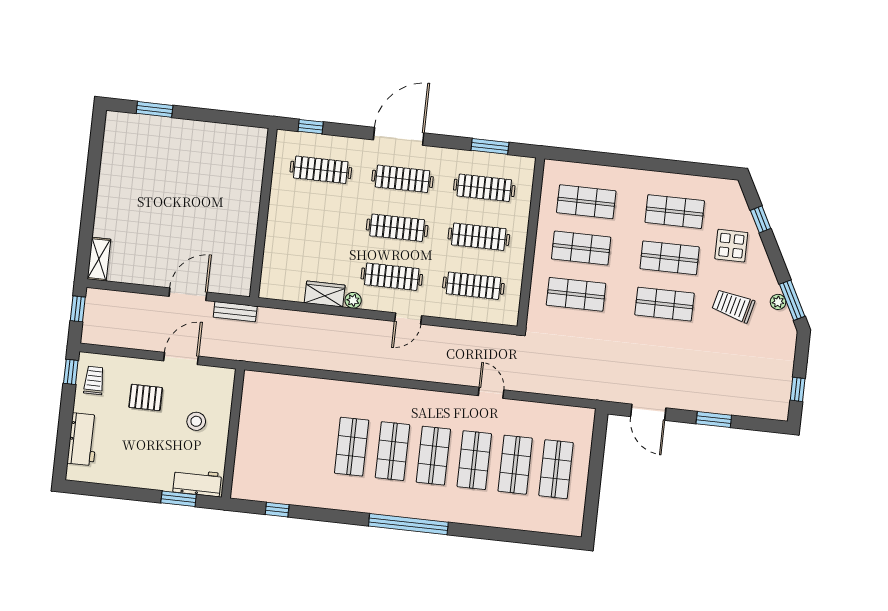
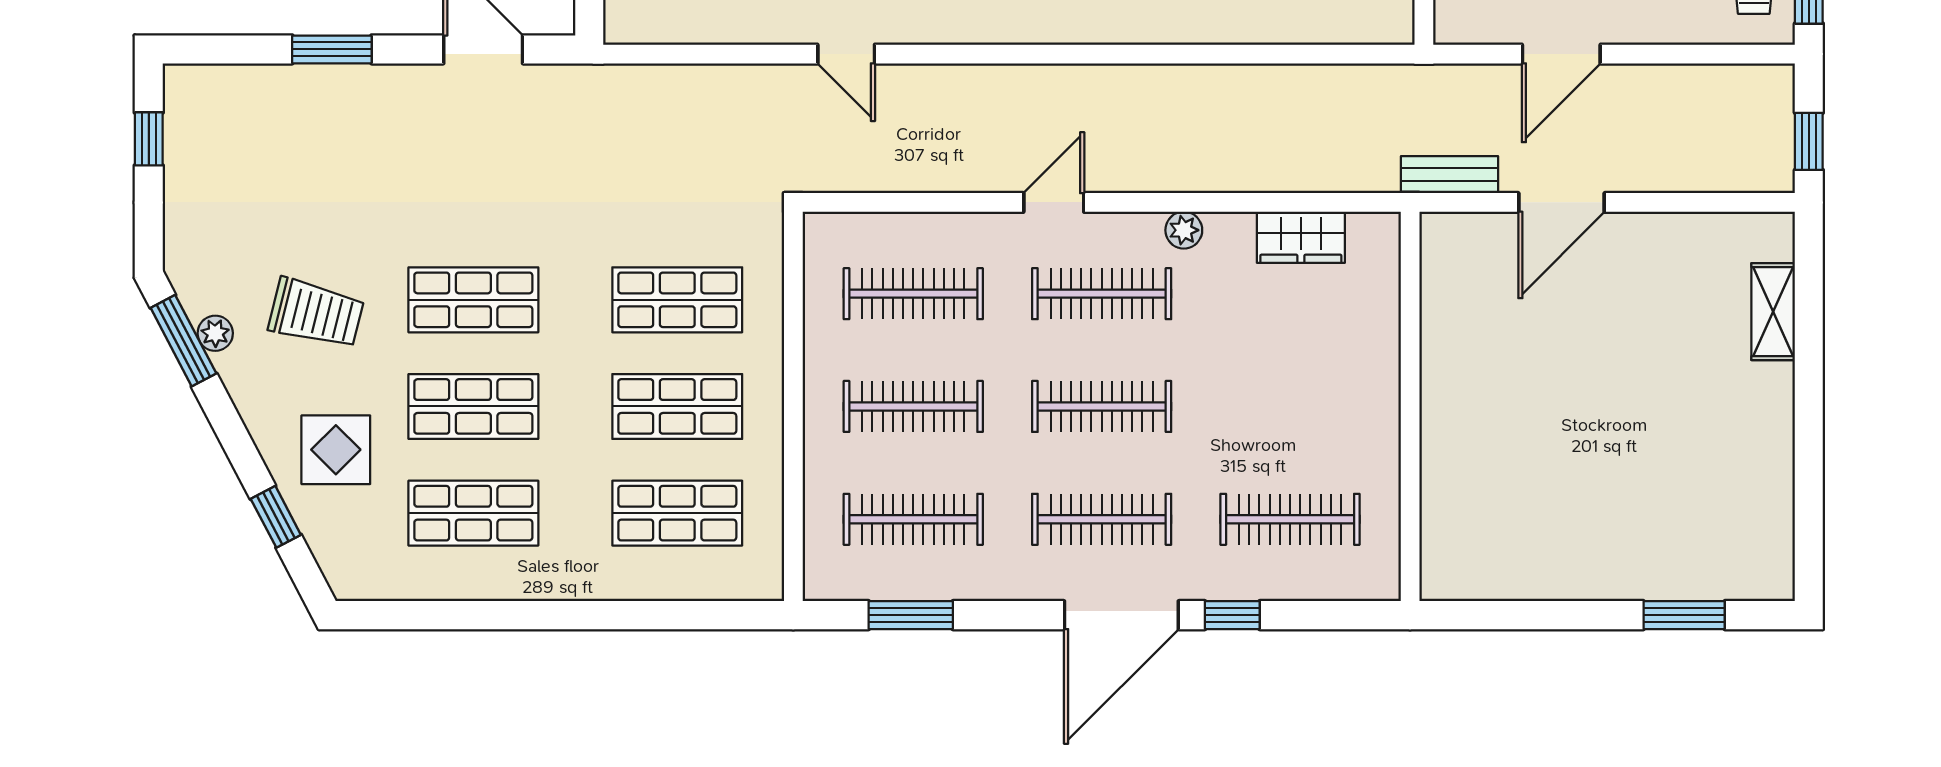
window: (311, 127) -> (1232, 615), moved
shelving: (99, 259) -> (1773, 312), moved
wardrobe: (325, 294) -> (1301, 237), moved

